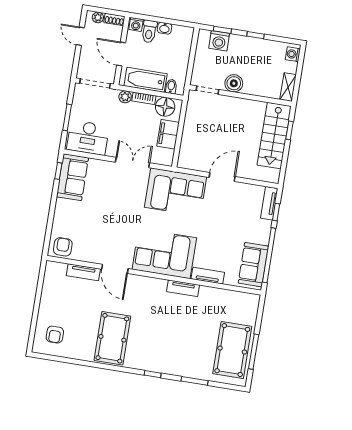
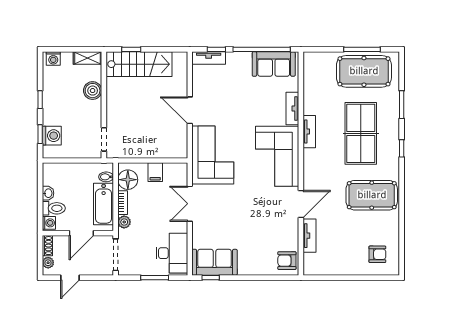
boiler: (234, 83) -> (93, 91), moved
filing cabinet: (168, 134) -> (155, 172), width x0.50
table tennis table: (173, 337) -> (361, 133), added

